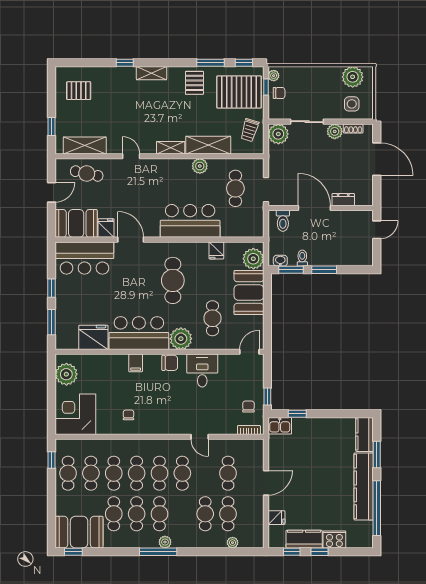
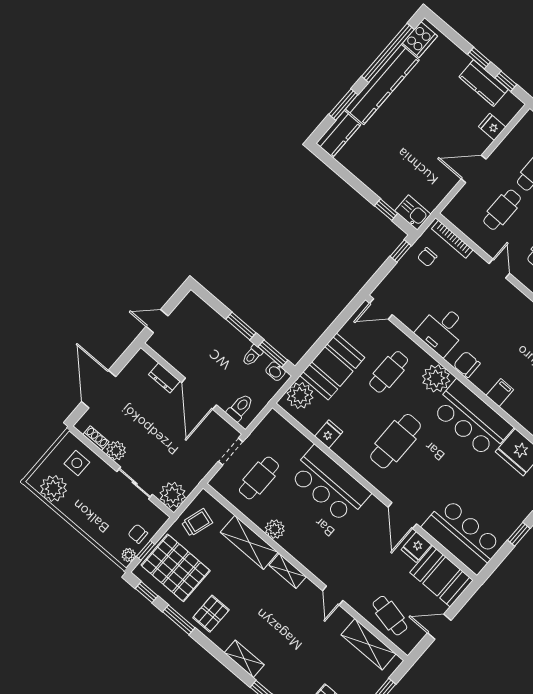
bookcase: (249, 430) -> (452, 239), width x1.56
cooker: (334, 539) -> (420, 40), moved, turned -90

